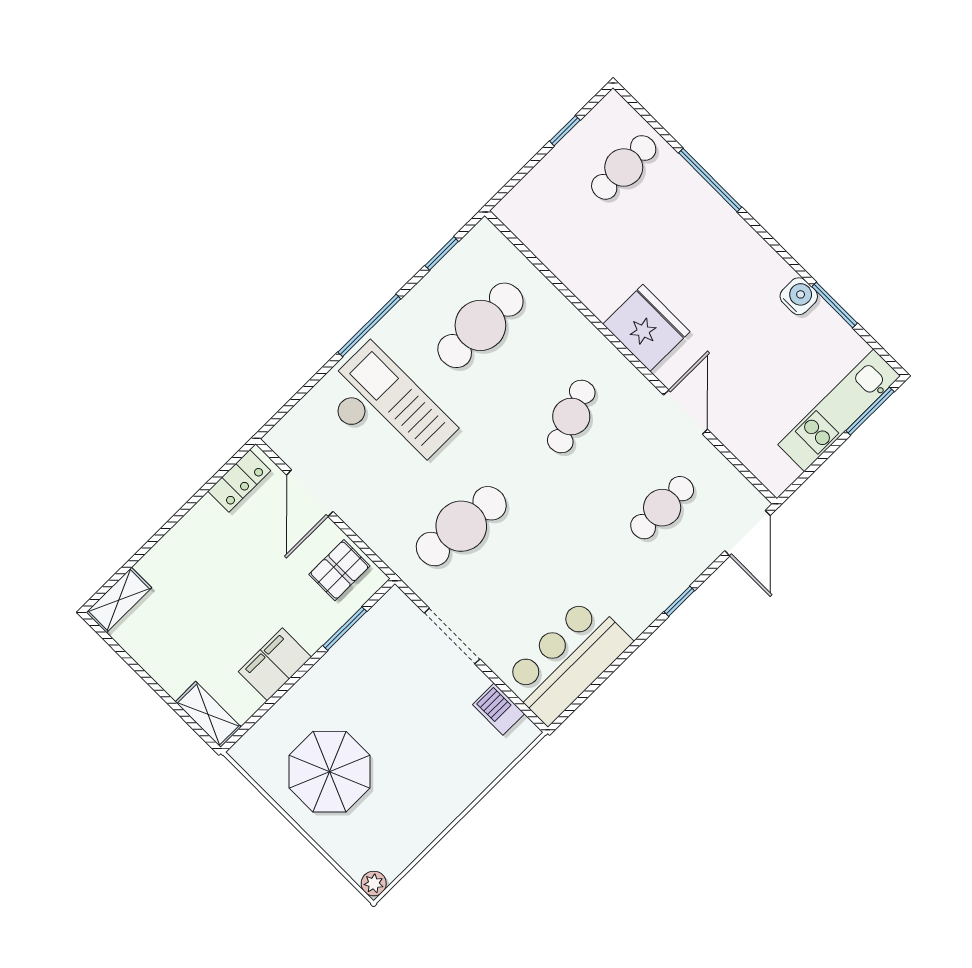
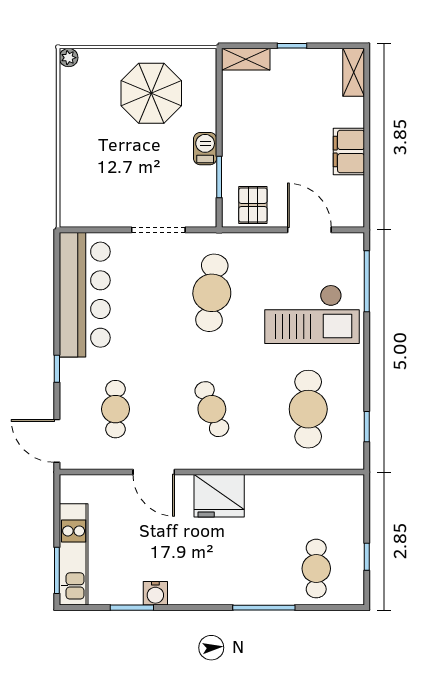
window: (369, 325) -> (367, 281), moved
locker: (239, 481) -> (353, 199), removed
bar counter: (567, 660) -> (85, 295), width x1.36
filing cabinet: (275, 664) -> (349, 152), moved, turned 180
window: (152, 683) -> (292, 46), added
barbecue: (499, 709) -> (205, 149), moved, turned -90

